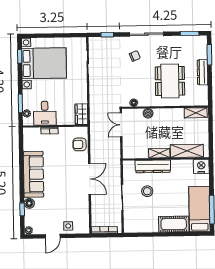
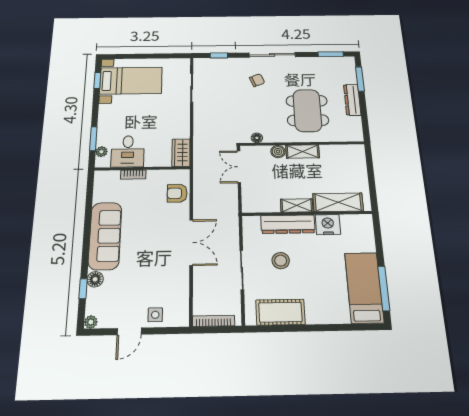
bed with nightstands: (44, 63) -> (131, 81), width x0.73
shelving: (196, 113) -> (303, 152), moved
nightstand: (201, 166) -> (328, 225), moved
cot: (174, 224) -> (280, 312), moved

